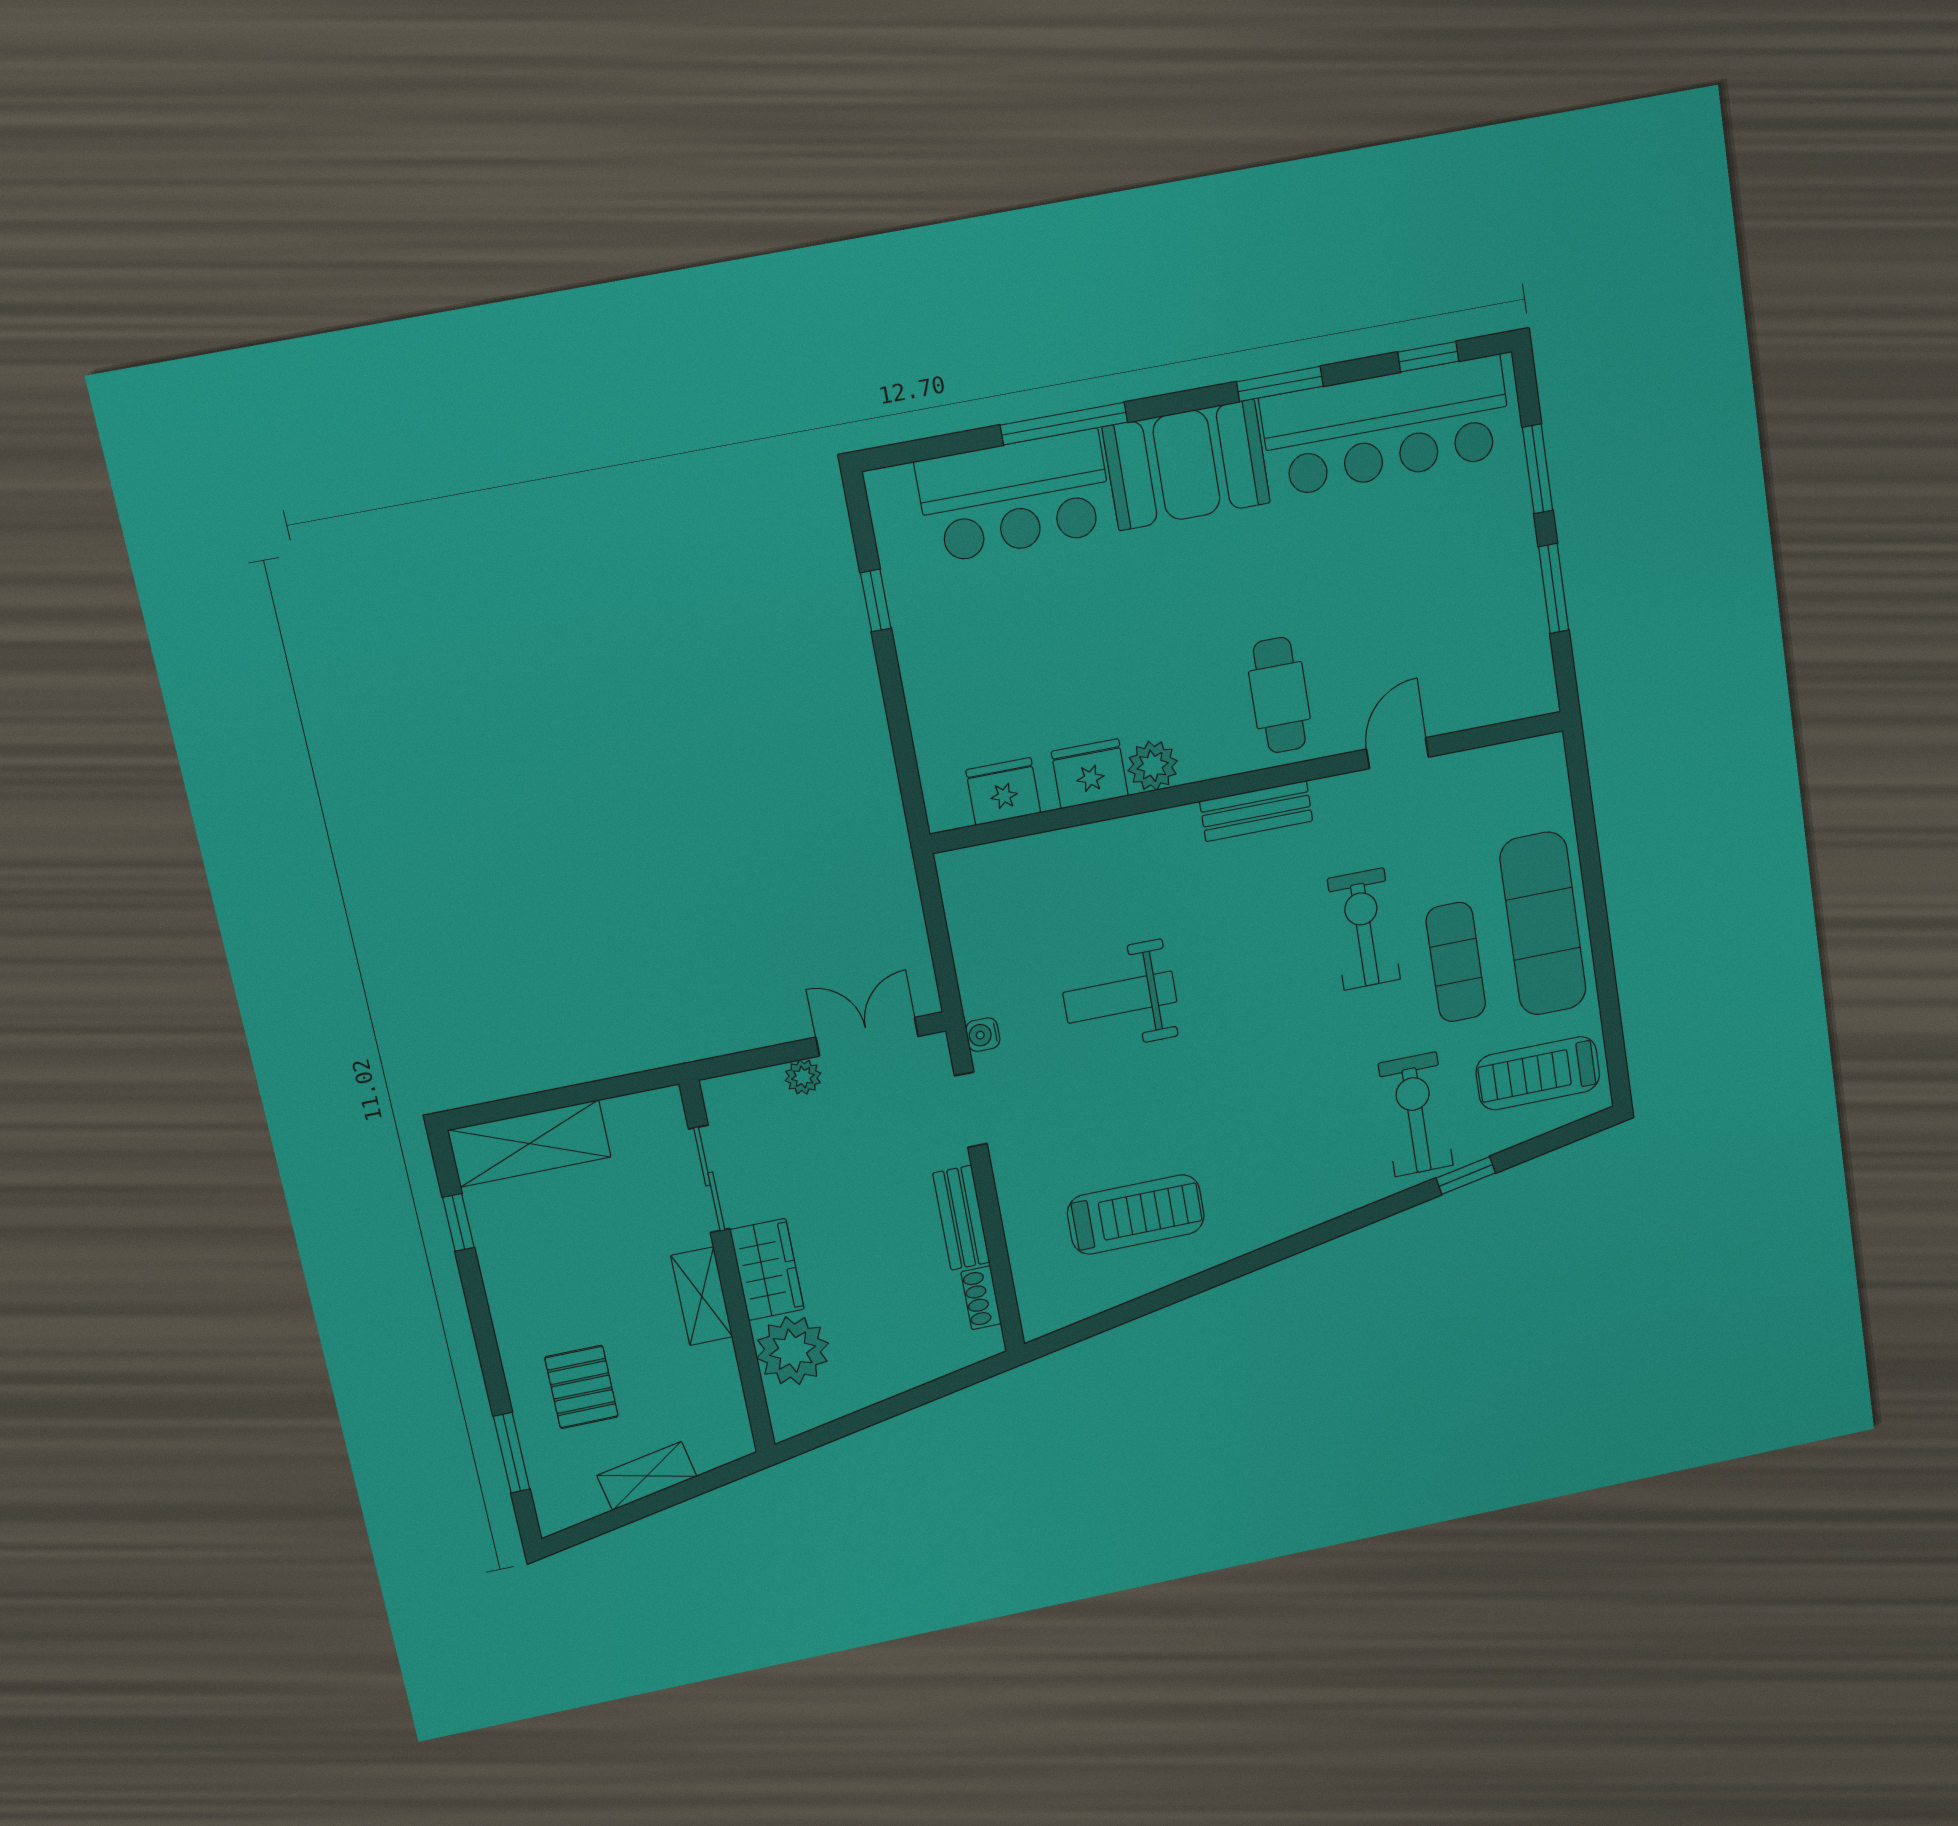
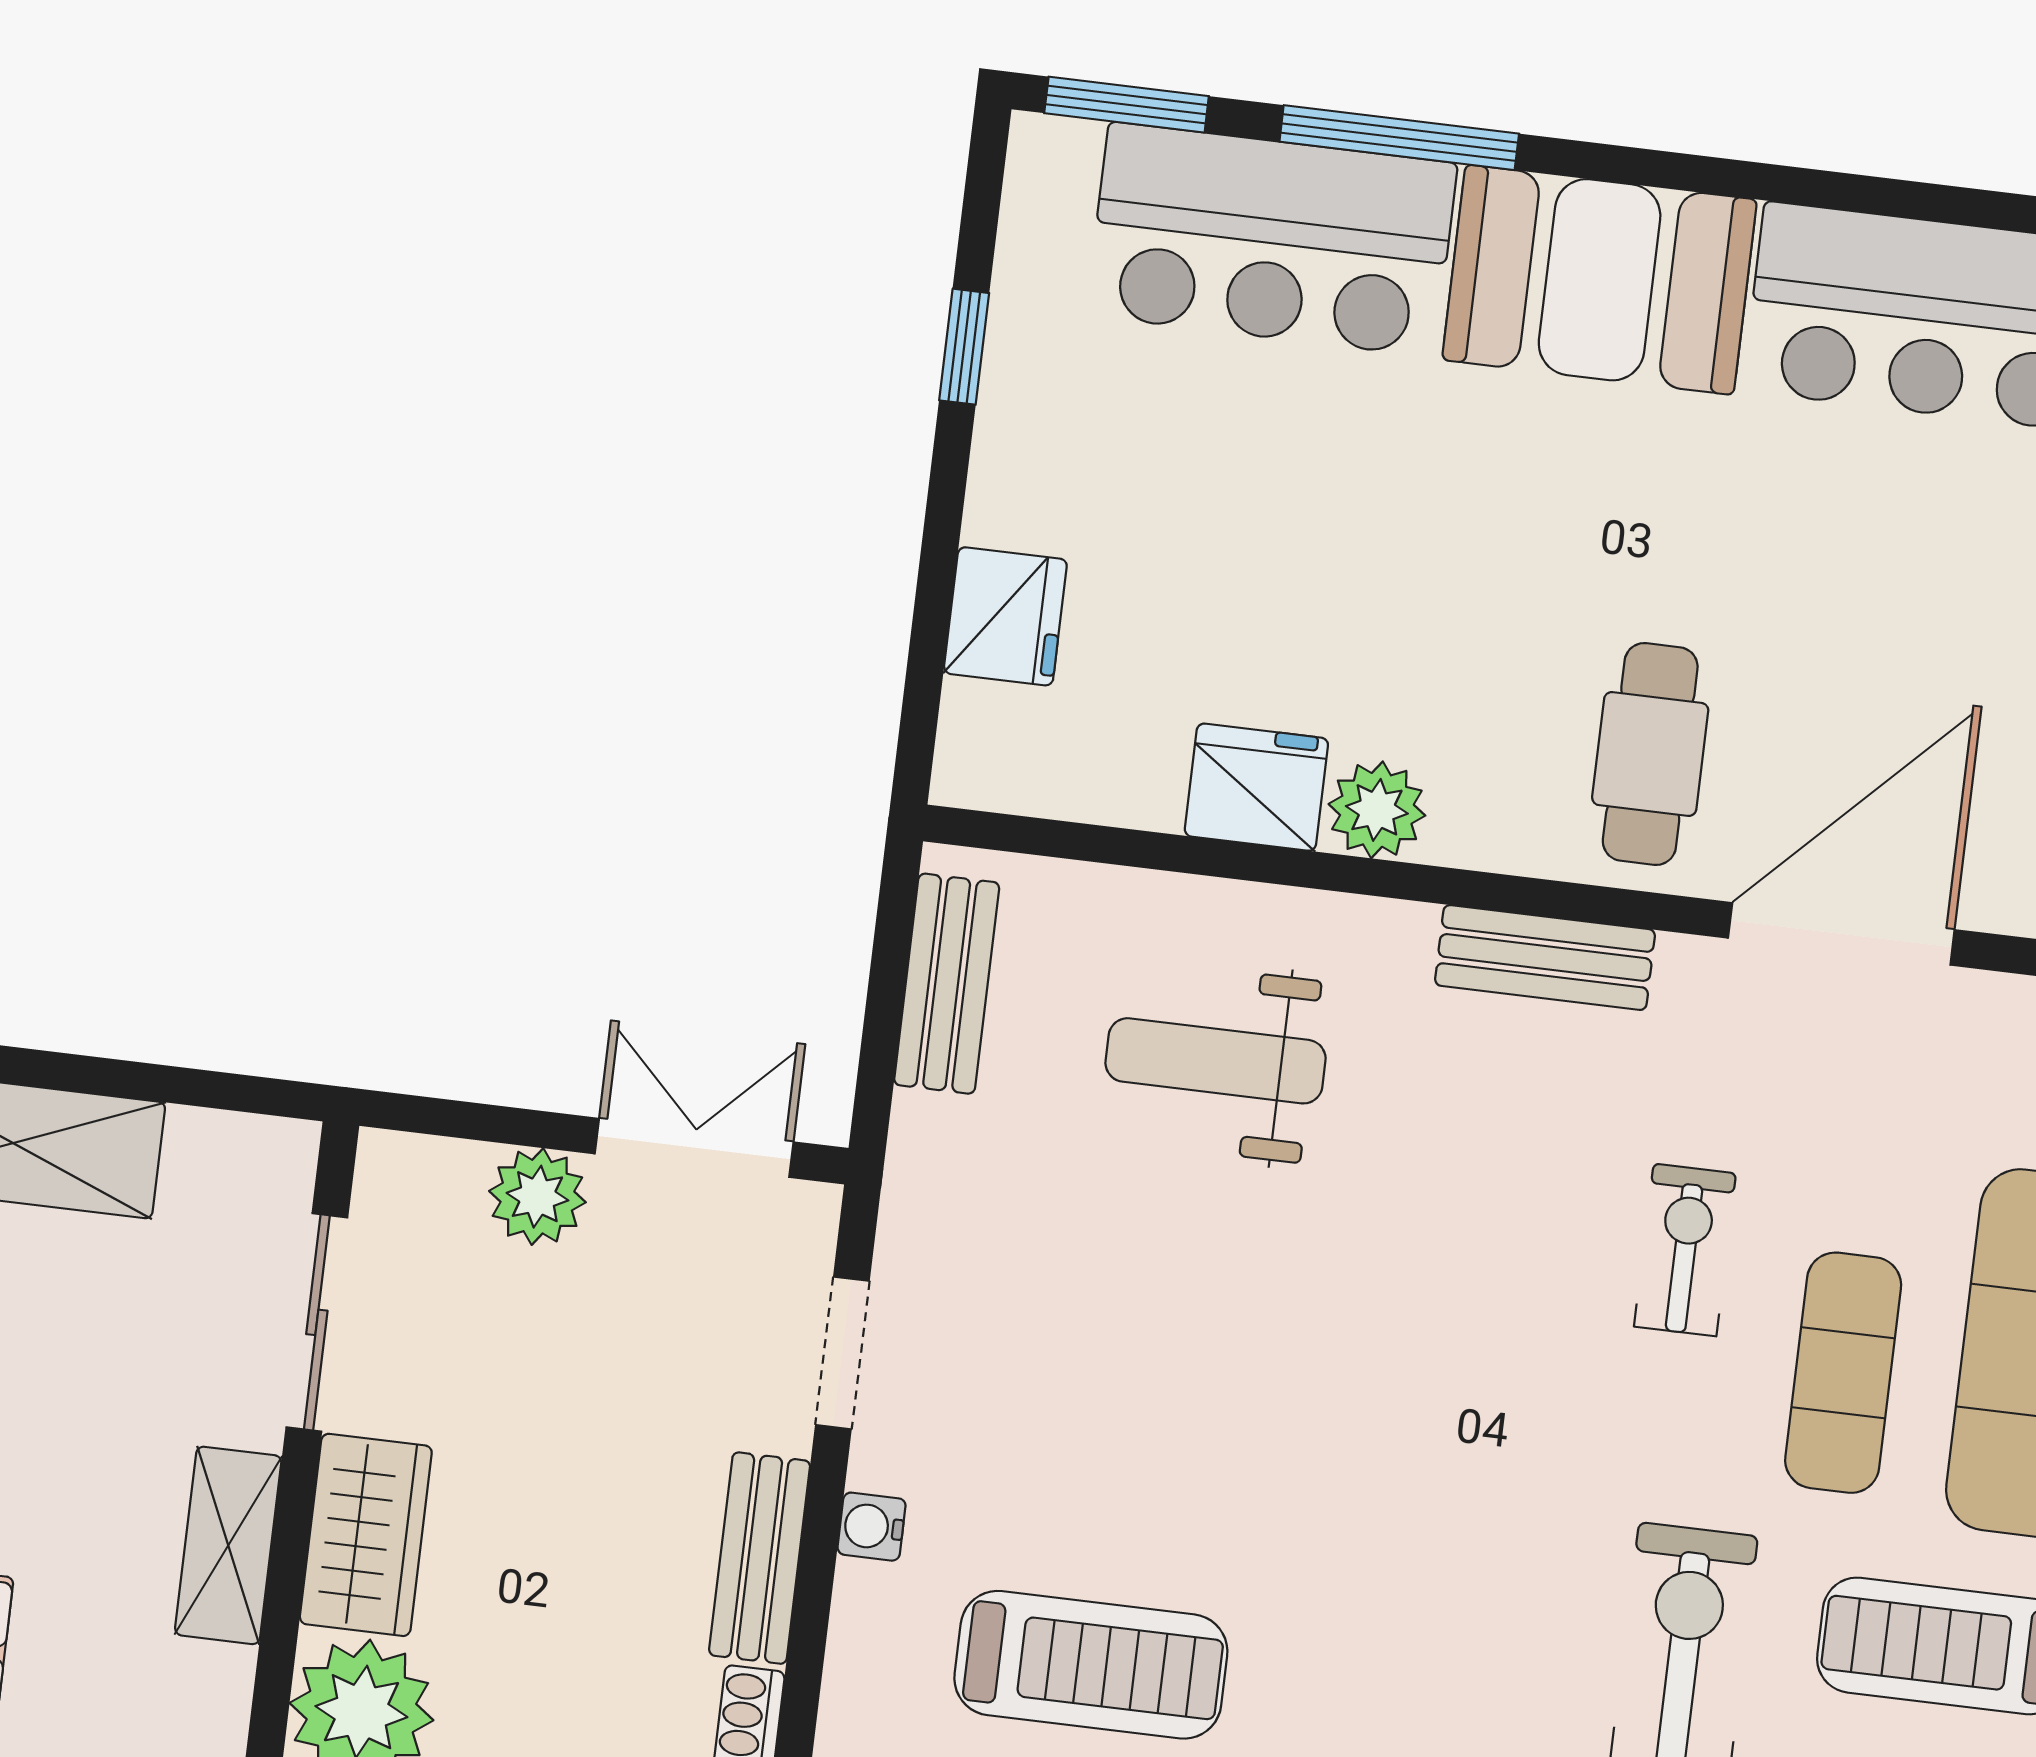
window: (1280, 384) -> (1127, 105), moved
door: (1397, 753) -> (1841, 934), width x1.87
fridge: (1003, 791) -> (1005, 616), moved, turned 90
bench: (966, 918) -> (947, 984), added
exercise bike: (1364, 929) -> (1685, 1250), width x0.73, depth x0.72
weight bench: (1120, 997) -> (1216, 1061), moved
water cooler: (983, 1035) -> (872, 1527), moved
plant: (803, 1077) -> (537, 1197), width x1.38, depth x1.38

